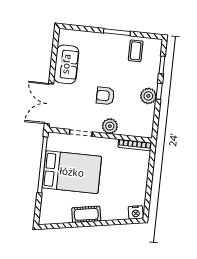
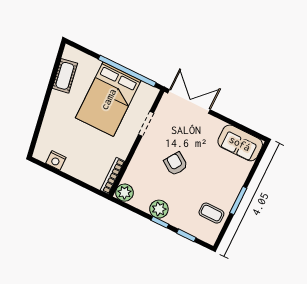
sofa: (66, 64) -> (240, 143), moved
armchair: (105, 96) -> (176, 164), turned -56
plant: (110, 126) -> (124, 193), moved
nightstand: (136, 212) -> (56, 160), moved, turned -80
cot: (86, 214) -> (65, 76), moved

